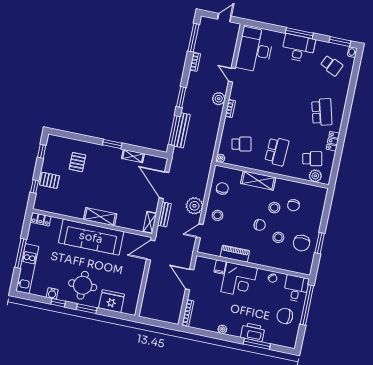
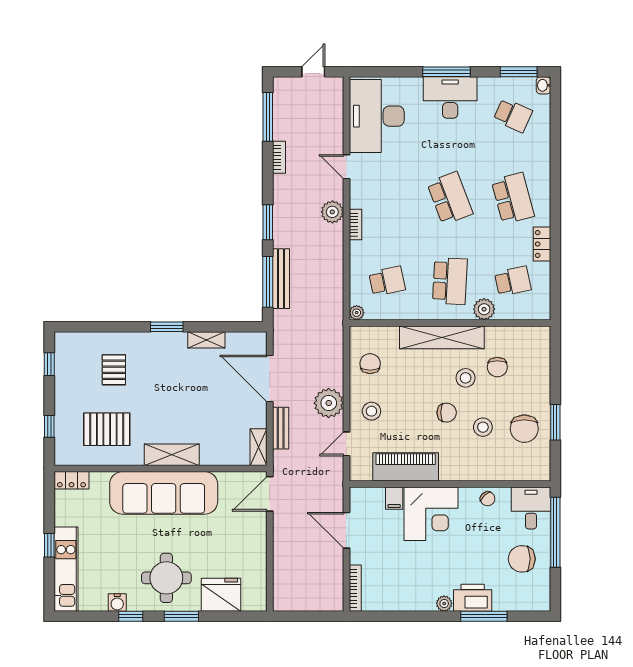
school desk: (286, 105) -> (450, 198), added
plant: (315, 176) -> (484, 309), moved
pallet: (49, 180) -> (107, 429), moved, width x1.50, depth x1.42
shelving: (258, 180) -> (442, 337), width x1.47
window: (21, 253) -> (49, 545), width x0.46
piano: (235, 254) -> (406, 467), width x1.37, depth x1.33
plant: (222, 329) -> (444, 604), moved

